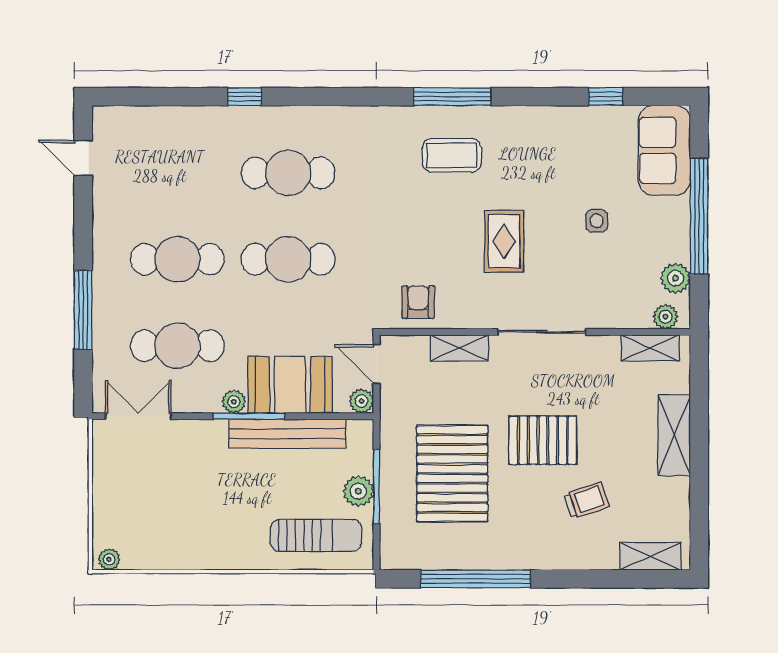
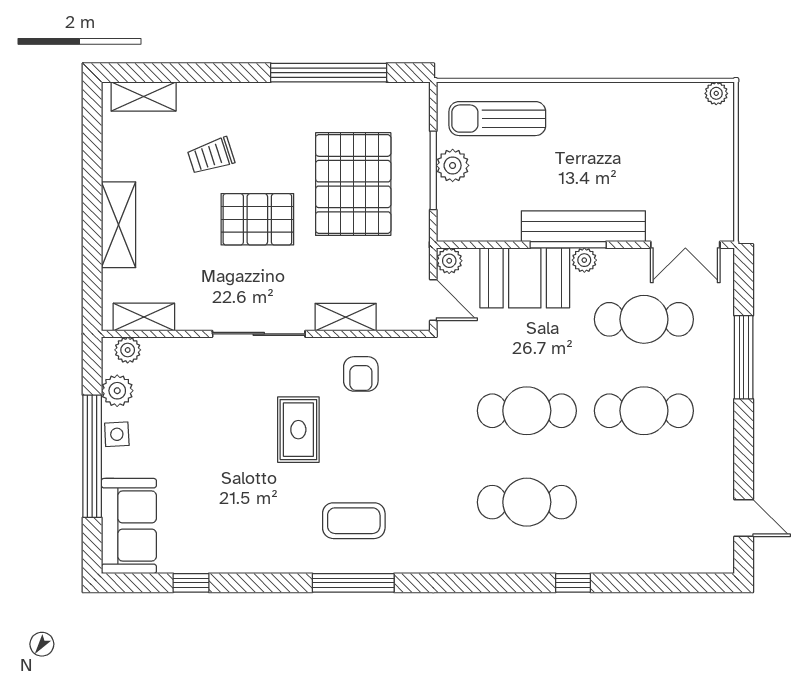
side table: (597, 221) -> (117, 434), moved
armchair: (418, 302) -> (361, 374), moved
bench: (288, 434) -> (583, 226), moved

